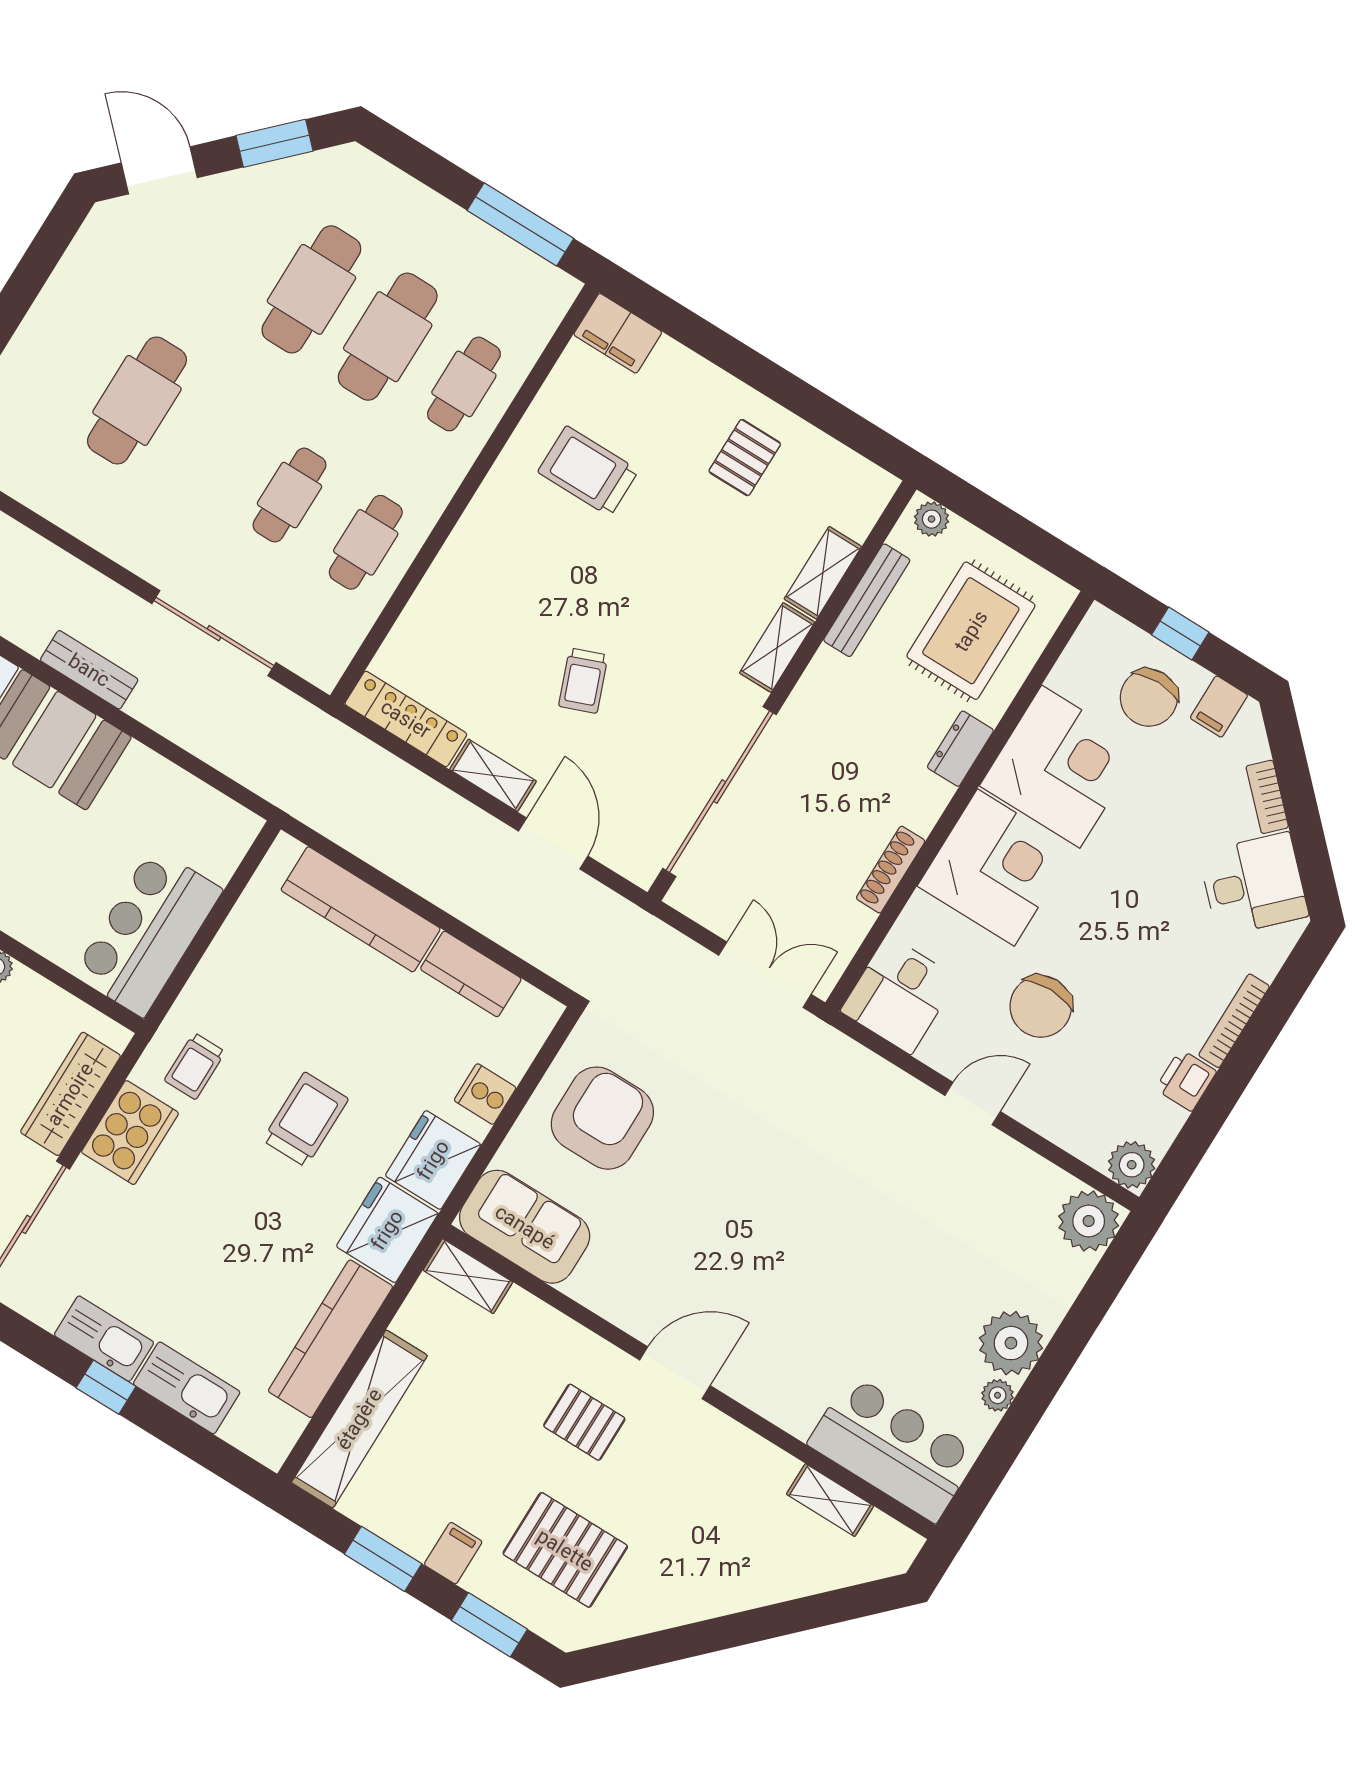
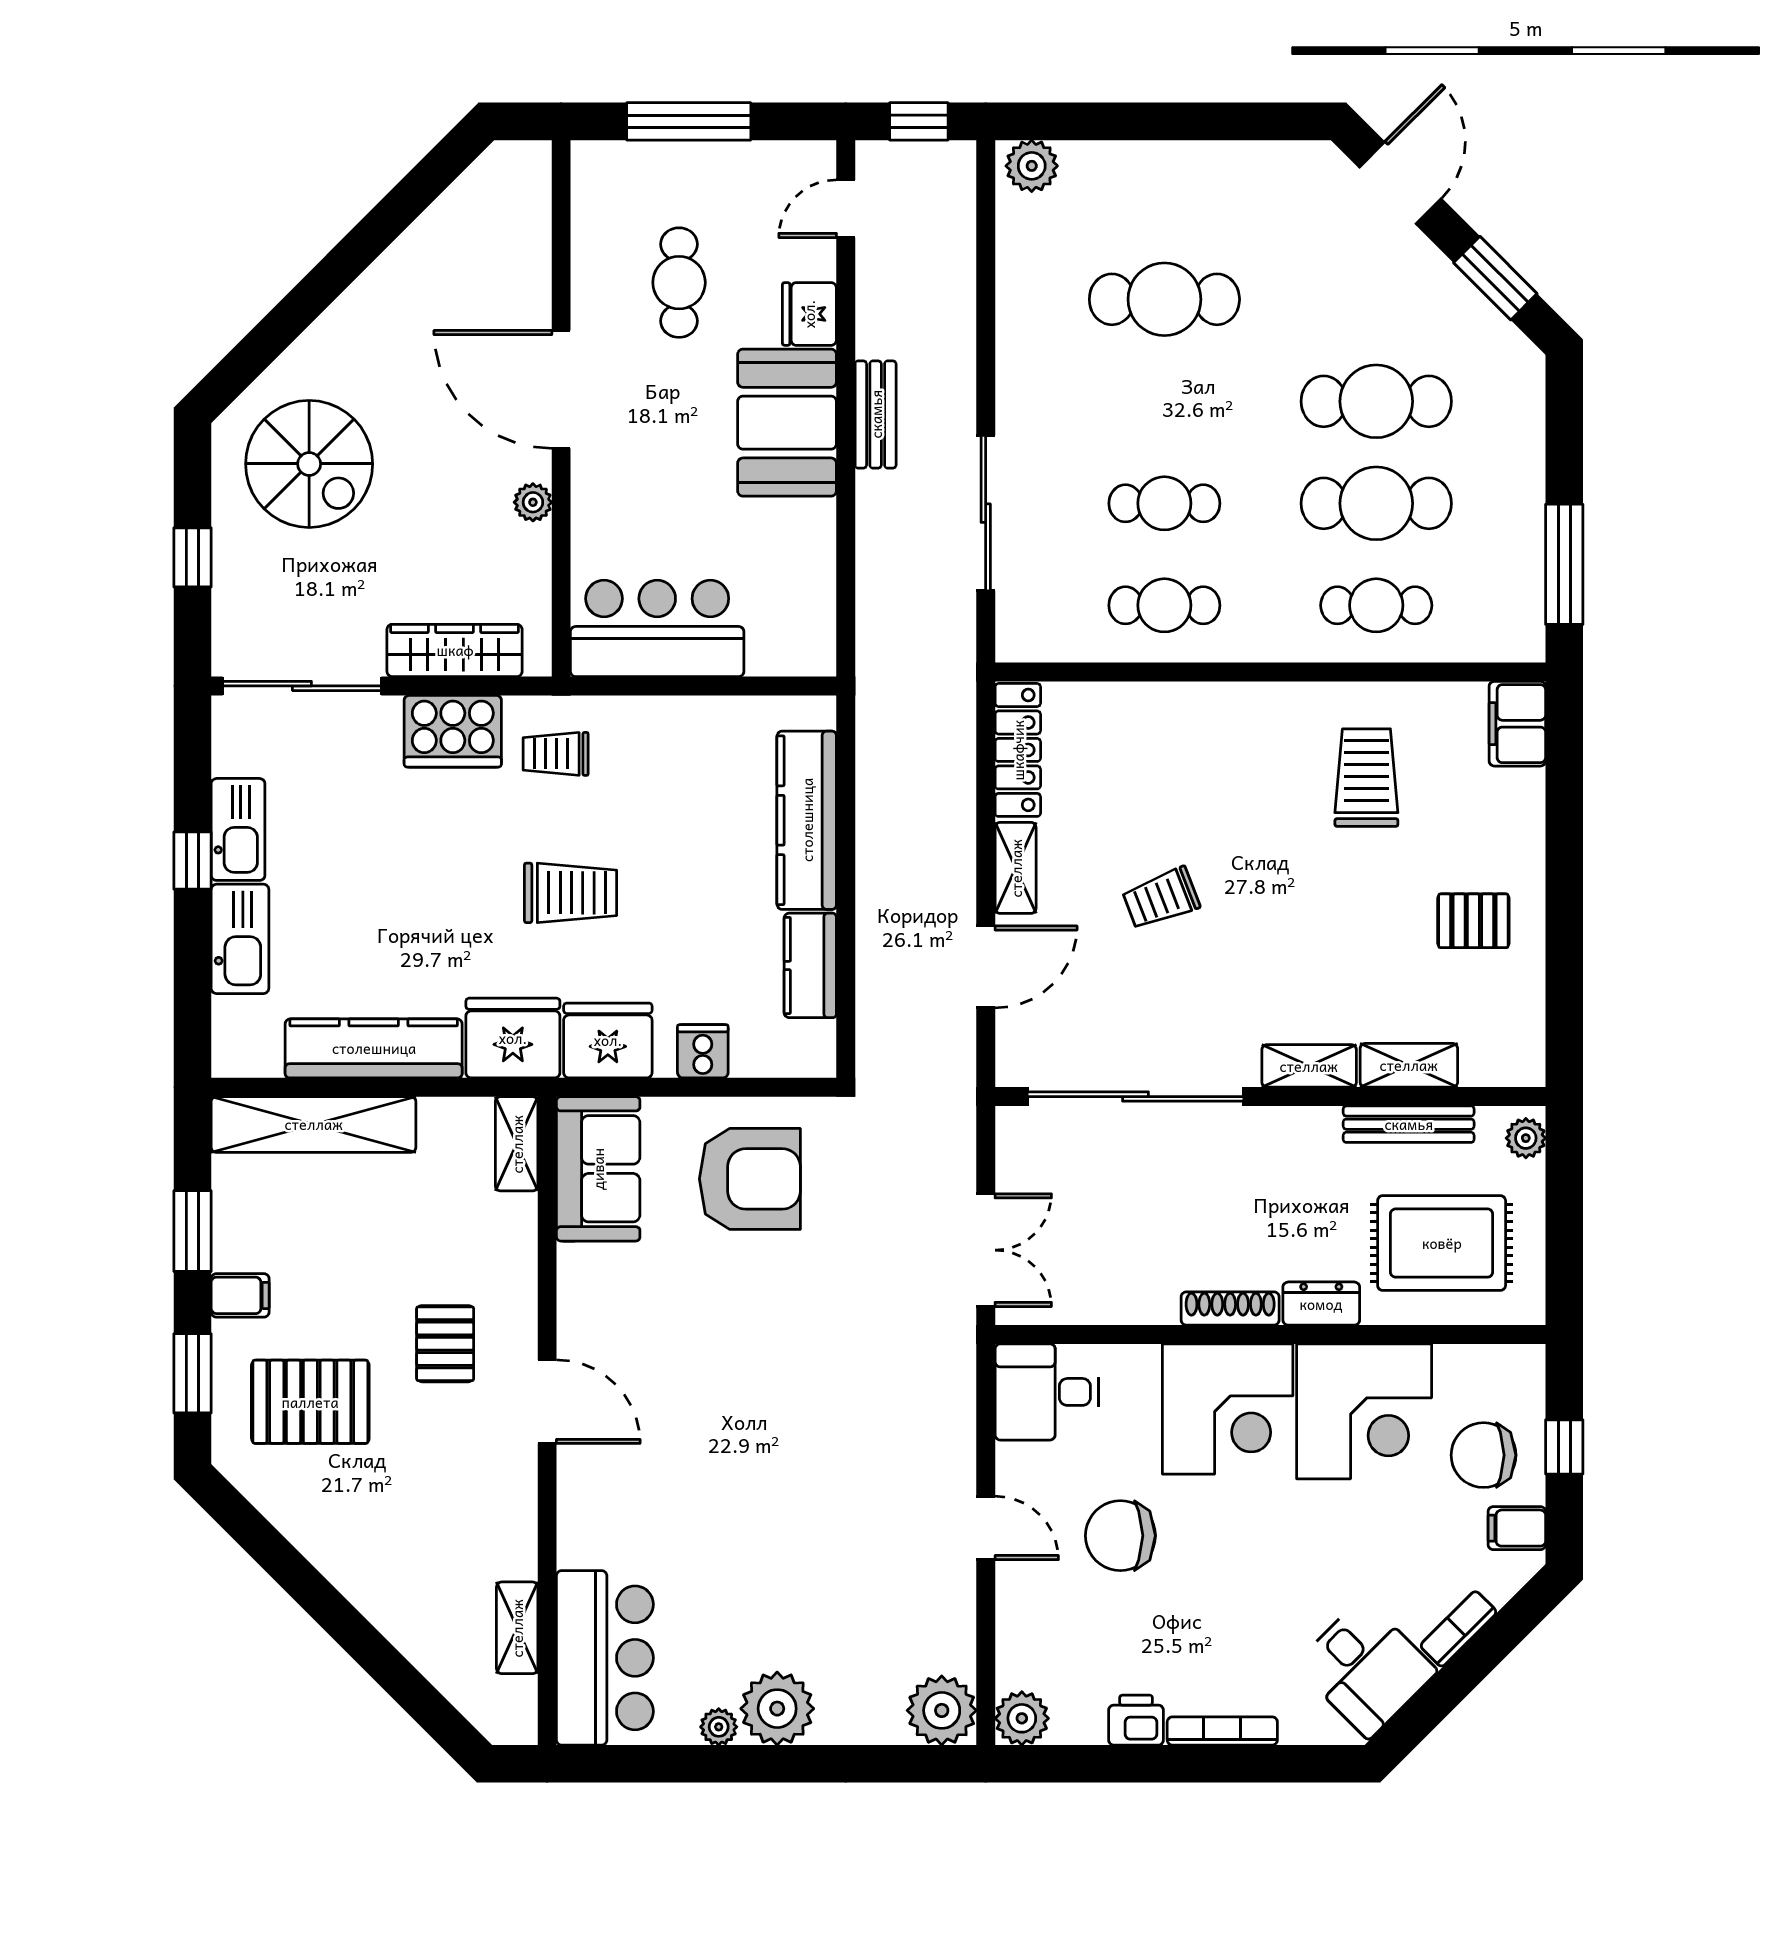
shoe rack: (891, 870) -> (1230, 1308), moved
pallet: (565, 1550) -> (310, 1402), turned 90

